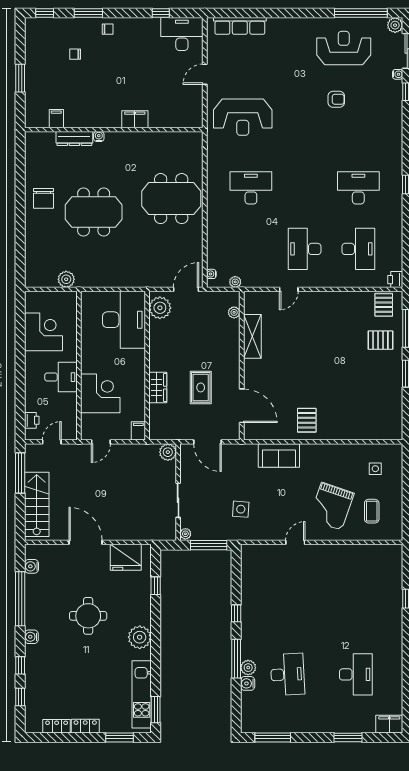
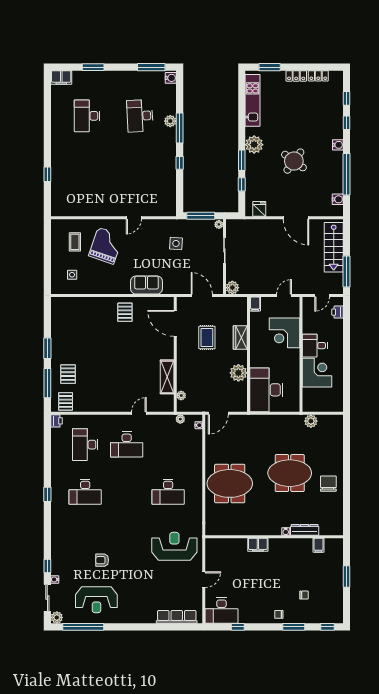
desk: (305, 249) -> (127, 445), turned 90
plant: (160, 308) -> (238, 373), moved
corner desk: (43, 332) -> (317, 373), moved, turned 180
pallet: (380, 340) -> (68, 374), turned 90
fridge: (126, 557) -> (259, 209), width x0.53, depth x0.75
round table: (88, 616) -> (294, 161), turned 36
water cooler: (248, 683) -> (171, 78), moved
window: (156, 710) -> (242, 160), moved

